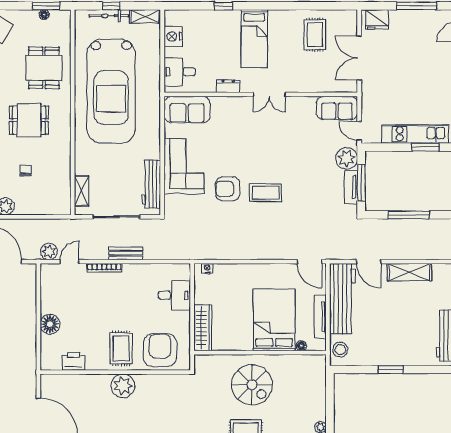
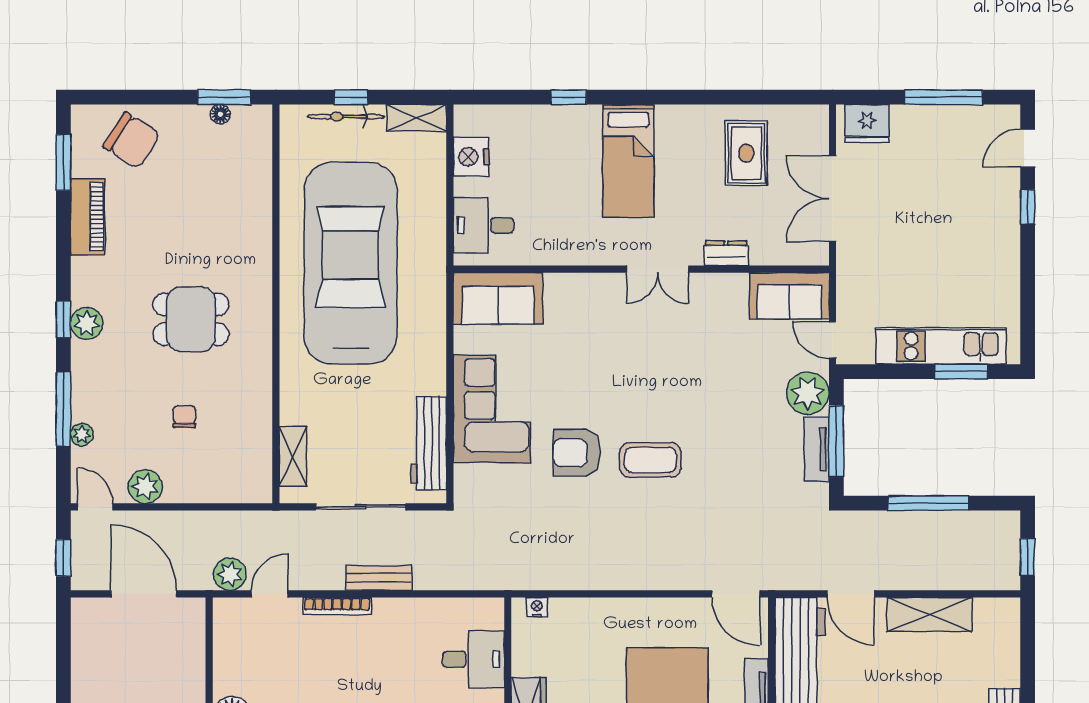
dining table: (44, 68) -> (220, 218), removed
dresser: (228, 86) -> (726, 253), moved
car: (111, 91) -> (351, 263), turned 180

